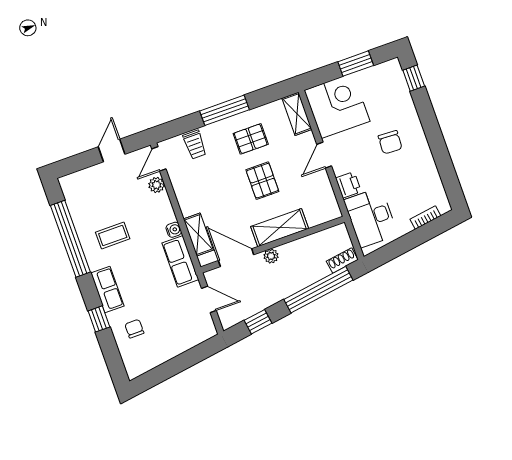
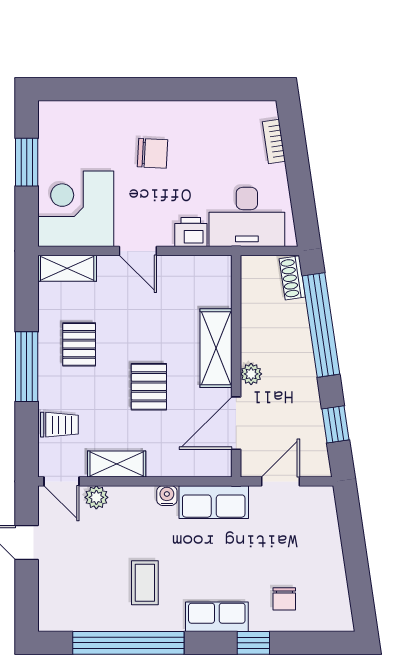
window: (414, 78) -> (75, 89), removed
pallet: (262, 181) -> (149, 387), moved, turned 90
shelving: (198, 235) -> (117, 464), moved
chair: (134, 329) -> (284, 599), turned -90

